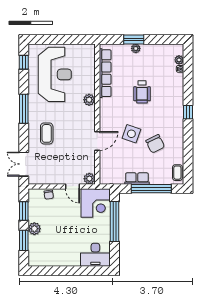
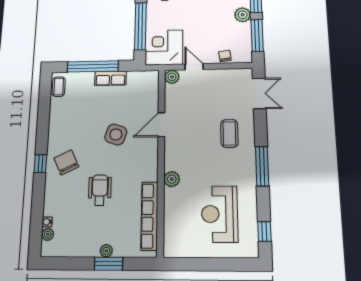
reception desk: (55, 74) -> (220, 214), width x0.74, depth x0.77
chair: (155, 144) -> (66, 162), moved
window: (24, 211) -> (257, 35), width x1.44

